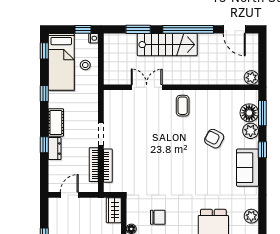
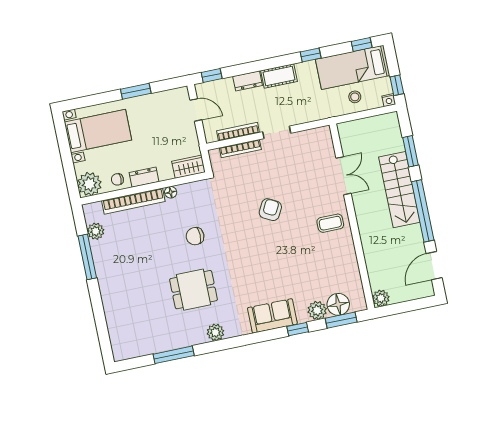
armchair: (214, 139) -> (270, 210), moved
window: (44, 145) -> (212, 76), moved
chair: (158, 217) -> (195, 236), moved, turned 90

